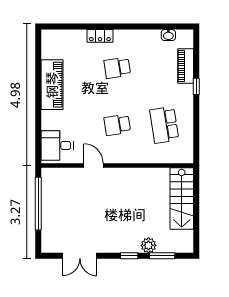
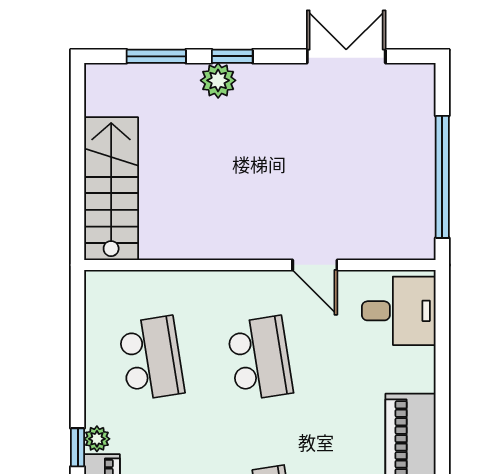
plant: (188, 90) -> (97, 439), added
school desk: (117, 125) -> (260, 358), width x1.85
plant: (148, 245) -> (218, 80), moved

